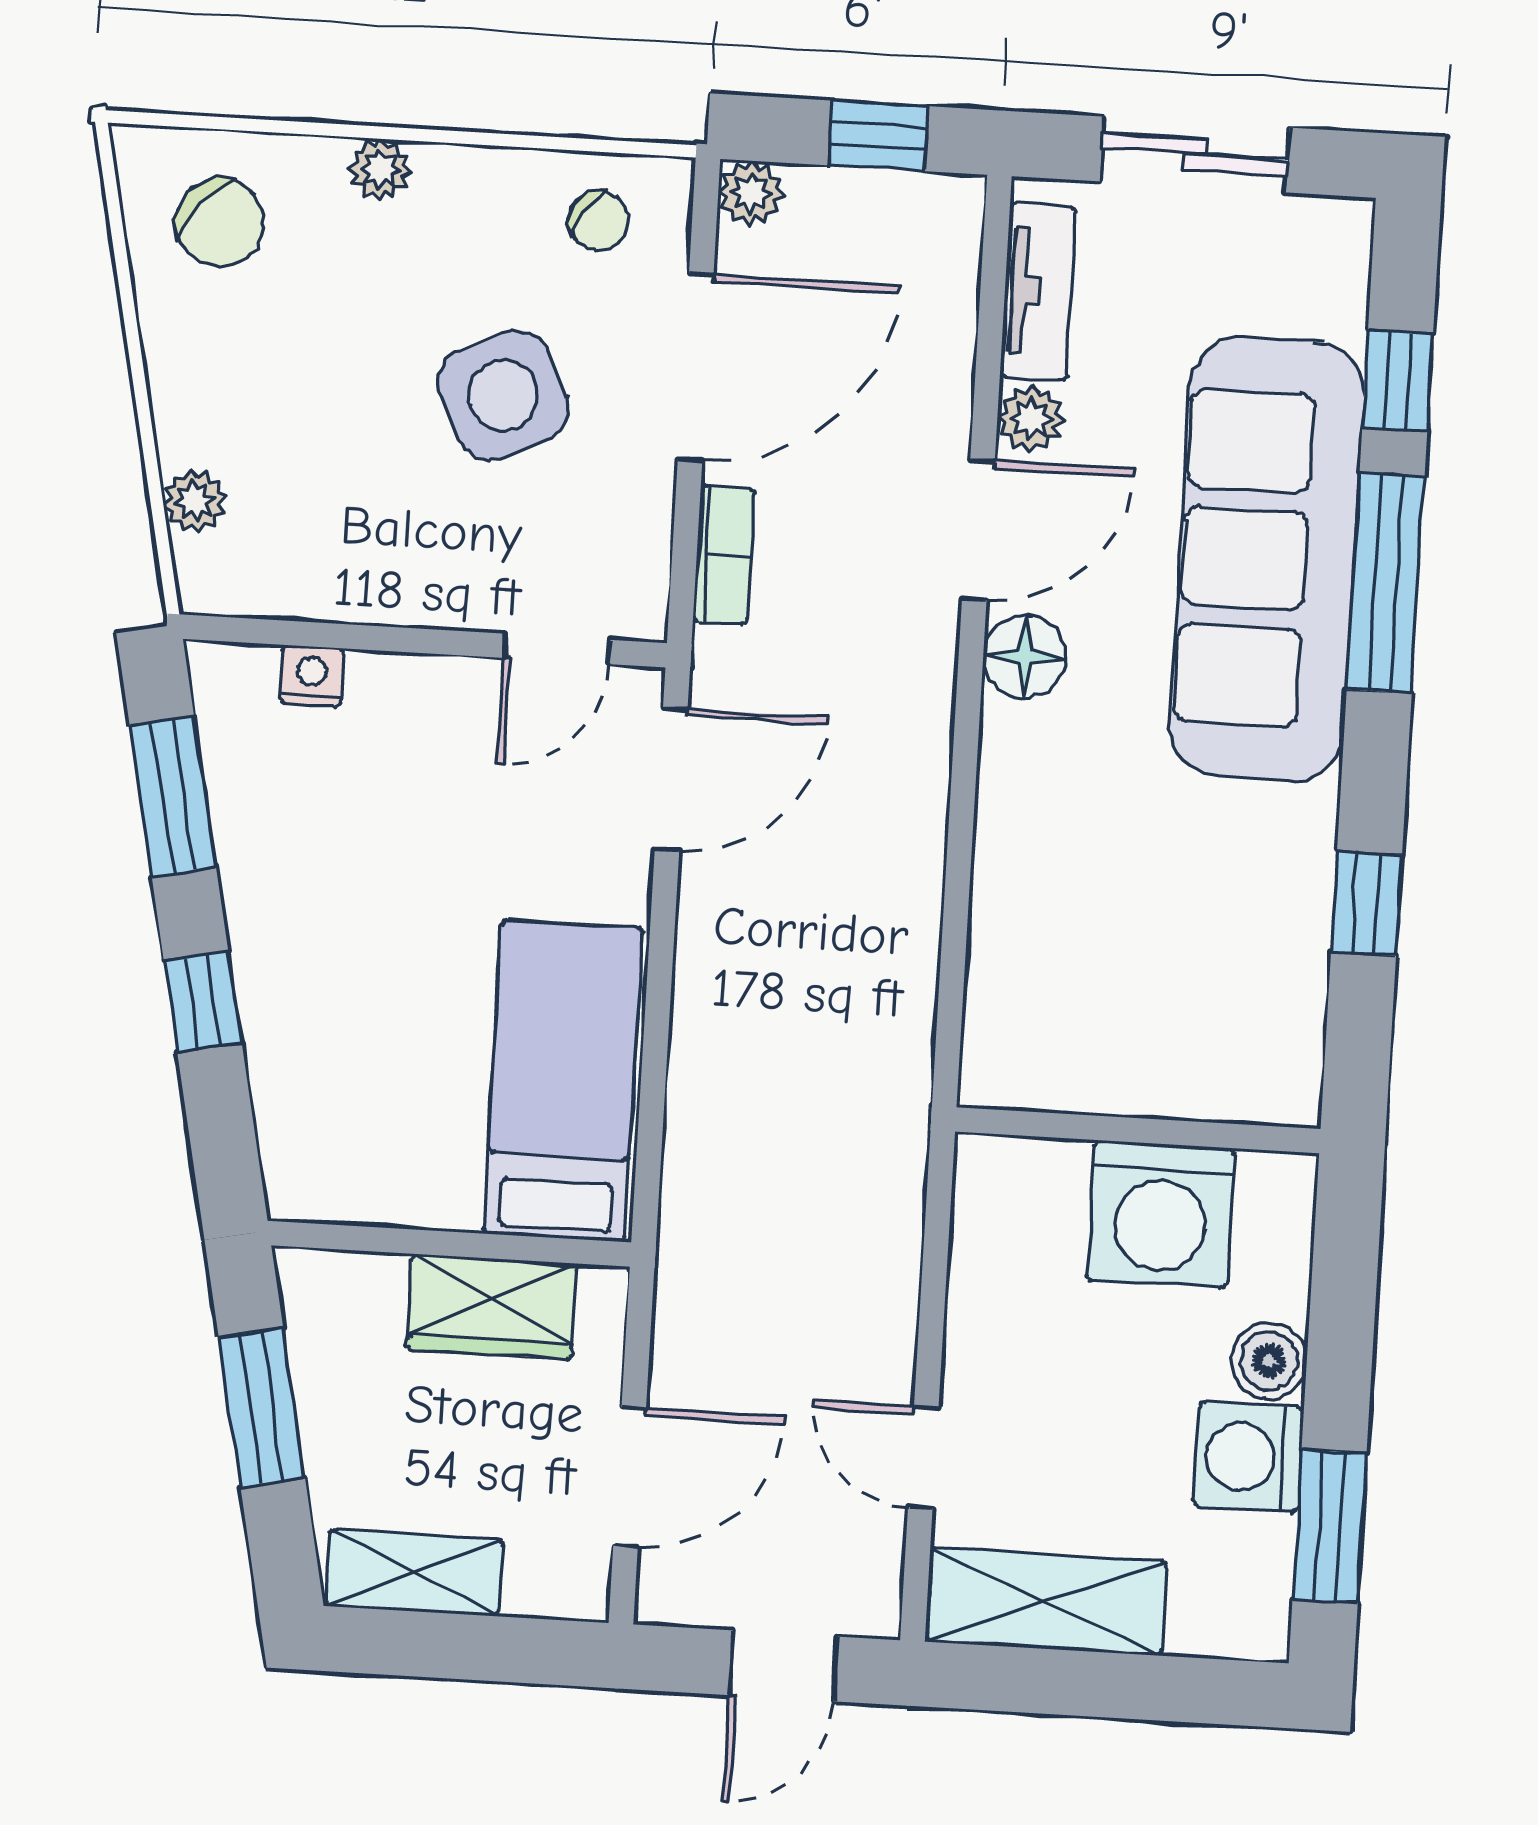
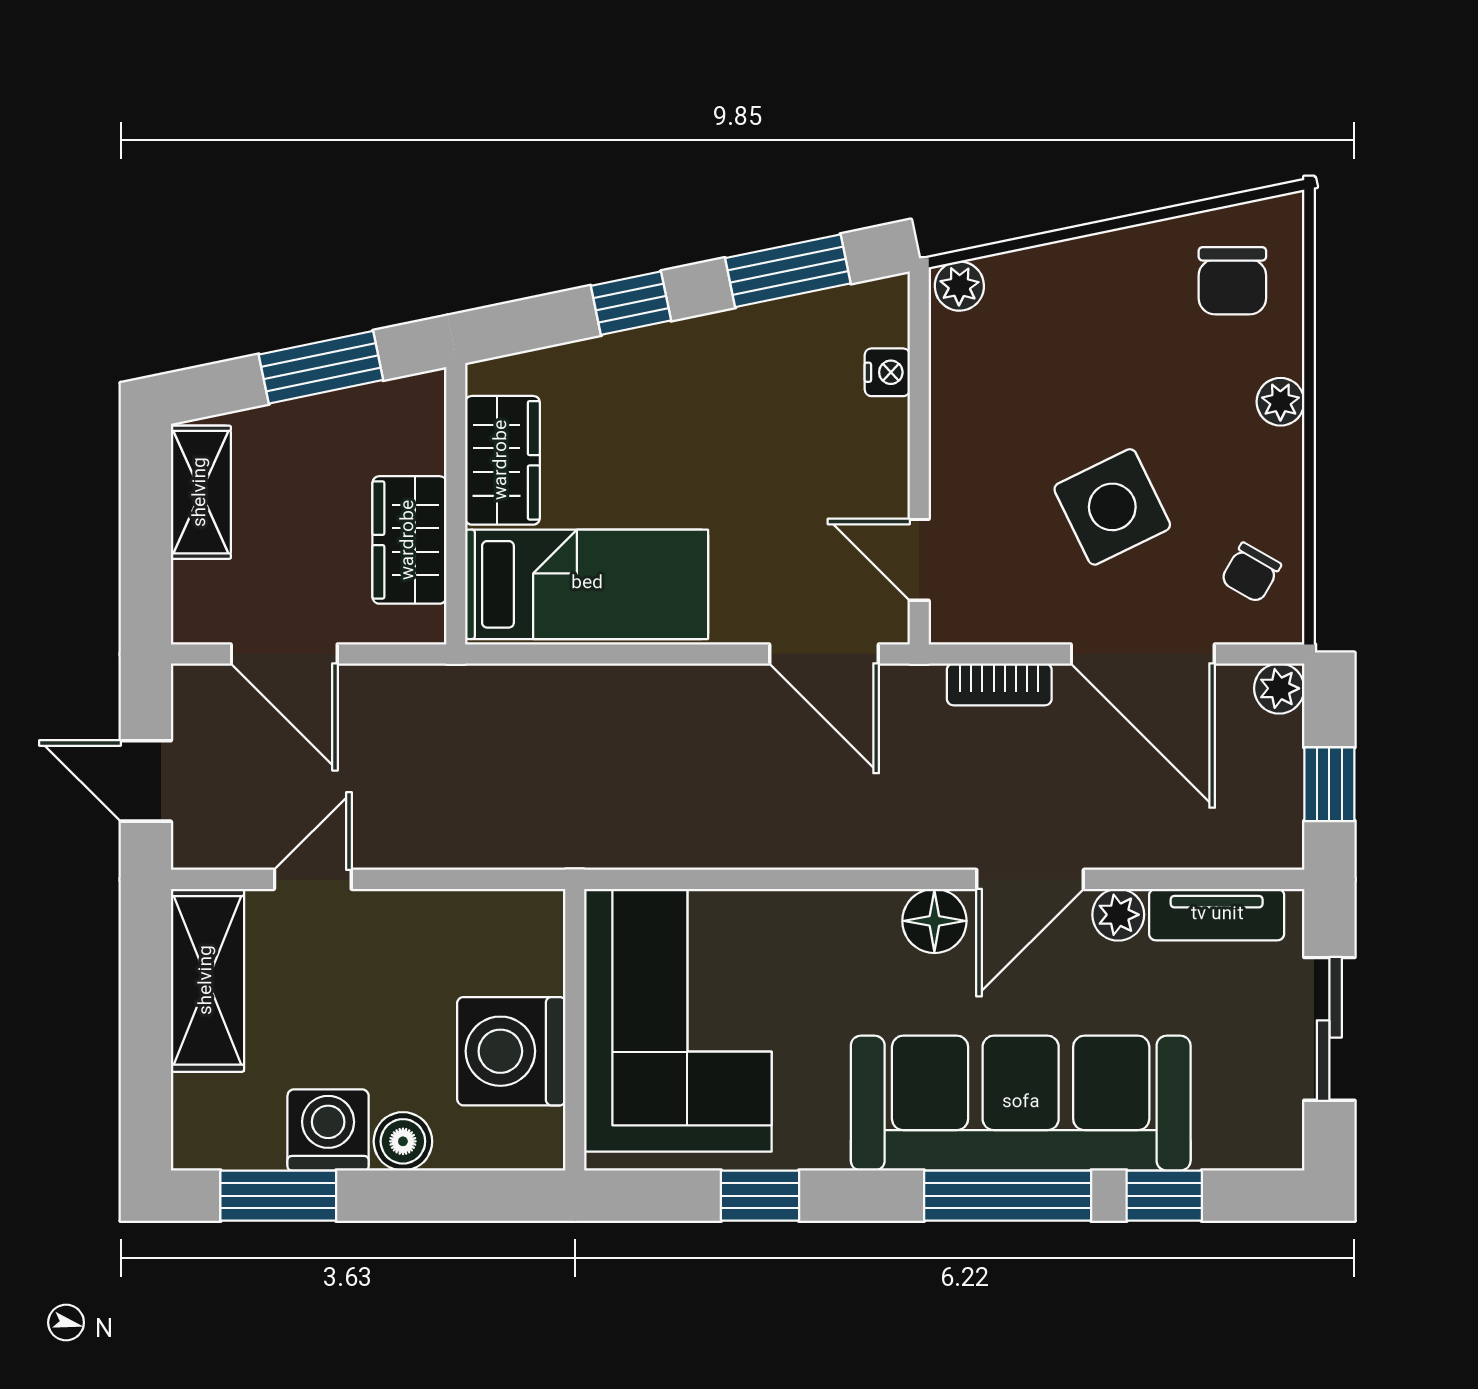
chair: (220, 222) -> (1232, 281), turned -41
plant: (195, 501) -> (959, 286), moved
door: (978, 530) -> (1030, 879), hinge flipped
corner sofa: (1133, 996) -> (678, 1020), added
wardrobe: (396, 1180) -> (502, 460), added

